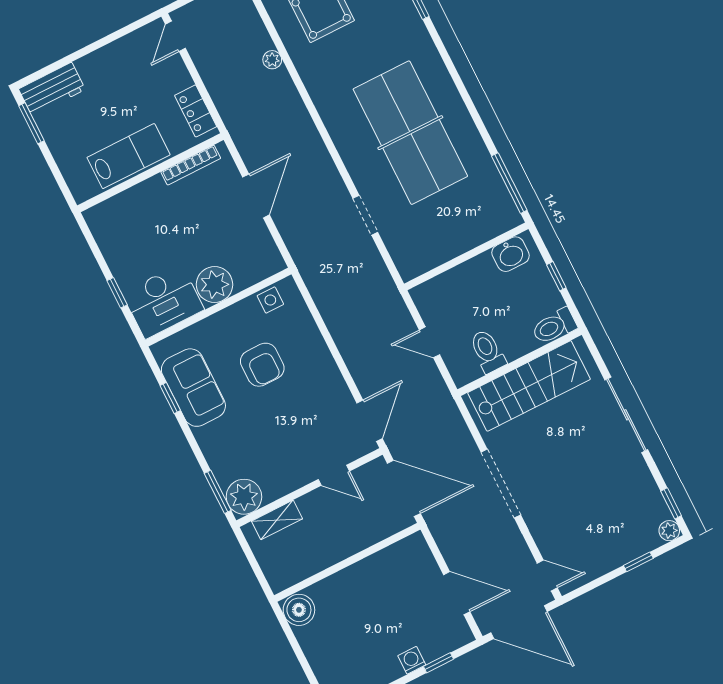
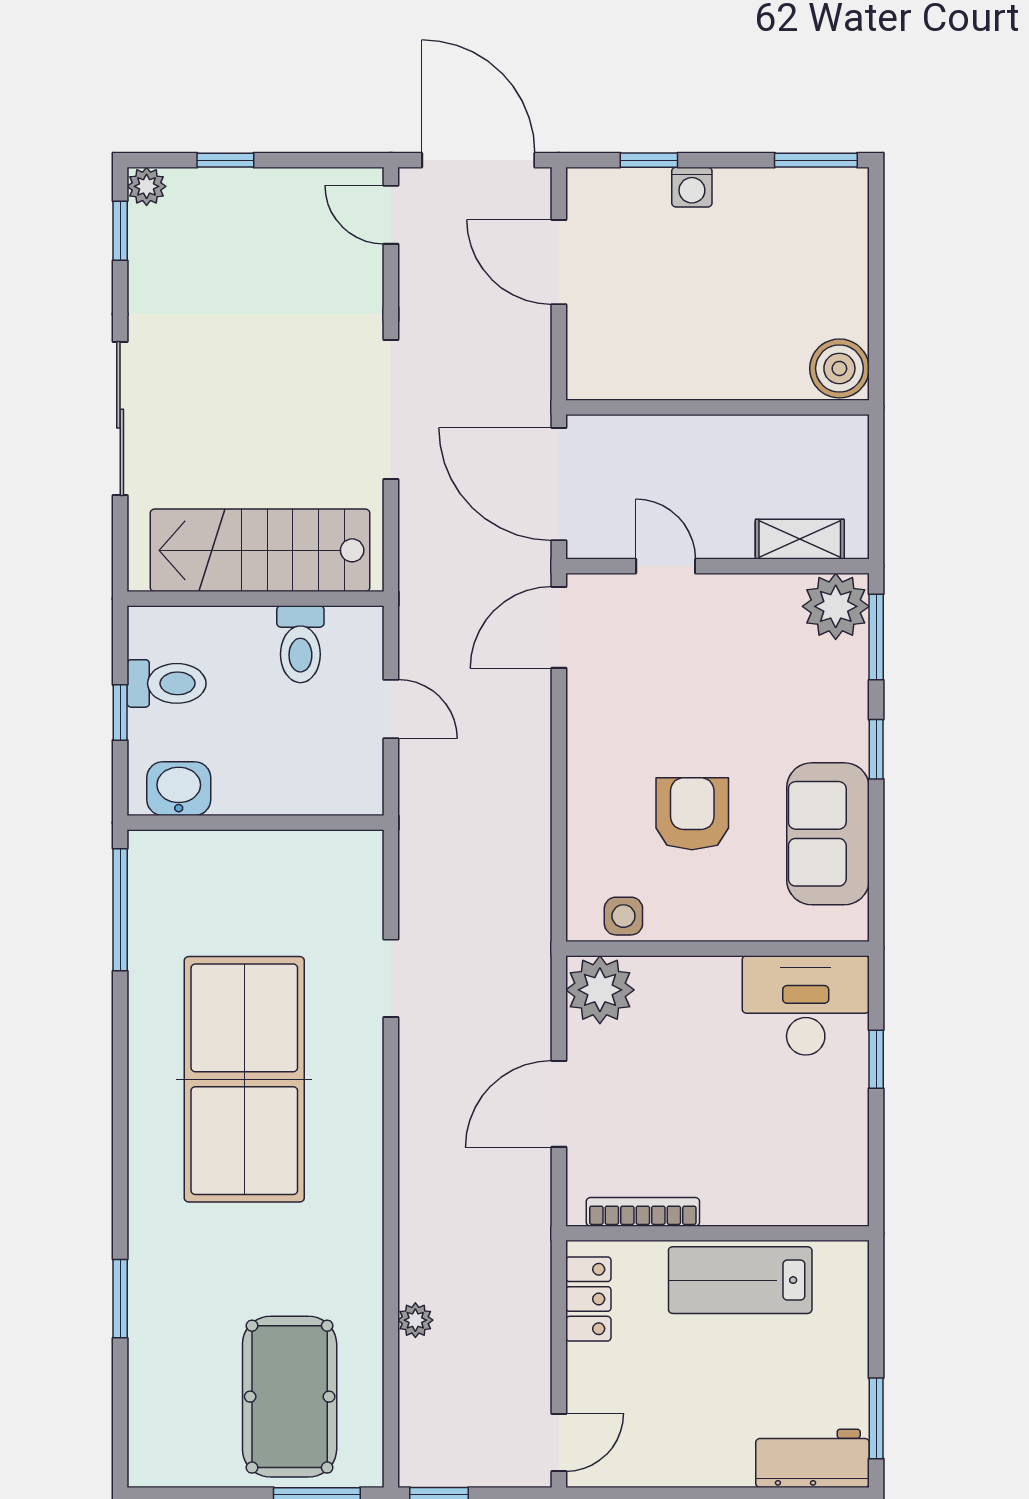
plant: (215, 285) -> (600, 990), moved
toilet: (554, 326) -> (167, 683), moved
window: (170, 398) -> (876, 749), moved

